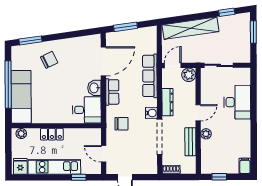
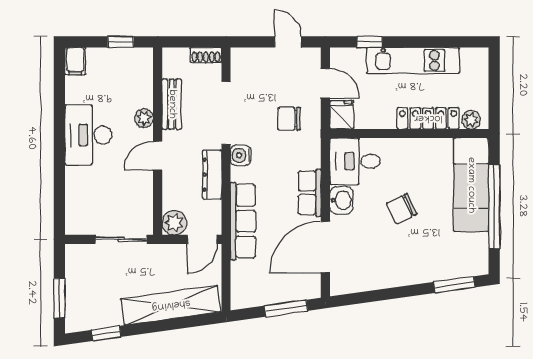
chair: (49, 60) -> (402, 209), moved
desk: (237, 102) -> (88, 135), moved
chair: (121, 124) -> (289, 119), moved
locker: (52, 134) -> (428, 118), width x1.53
fridge: (20, 166) -> (342, 115), moved, turned 180

